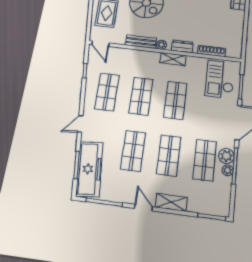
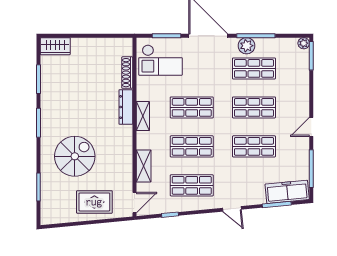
bench: (141, 42) -> (126, 156), removed
plant: (161, 45) -> (127, 131), removed
dresser: (182, 46) -> (126, 107), width x1.44
freezer: (89, 169) -> (287, 192), width x0.73, depth x0.79
plant: (228, 170) -> (304, 43), moved
shelving: (171, 202) -> (144, 166), moved

